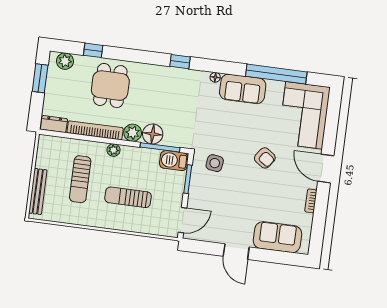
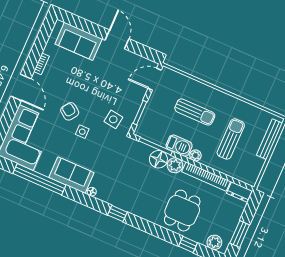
side table: (245, 140) -> (82, 132), added
barbecue: (174, 161) -> (179, 146), moved

